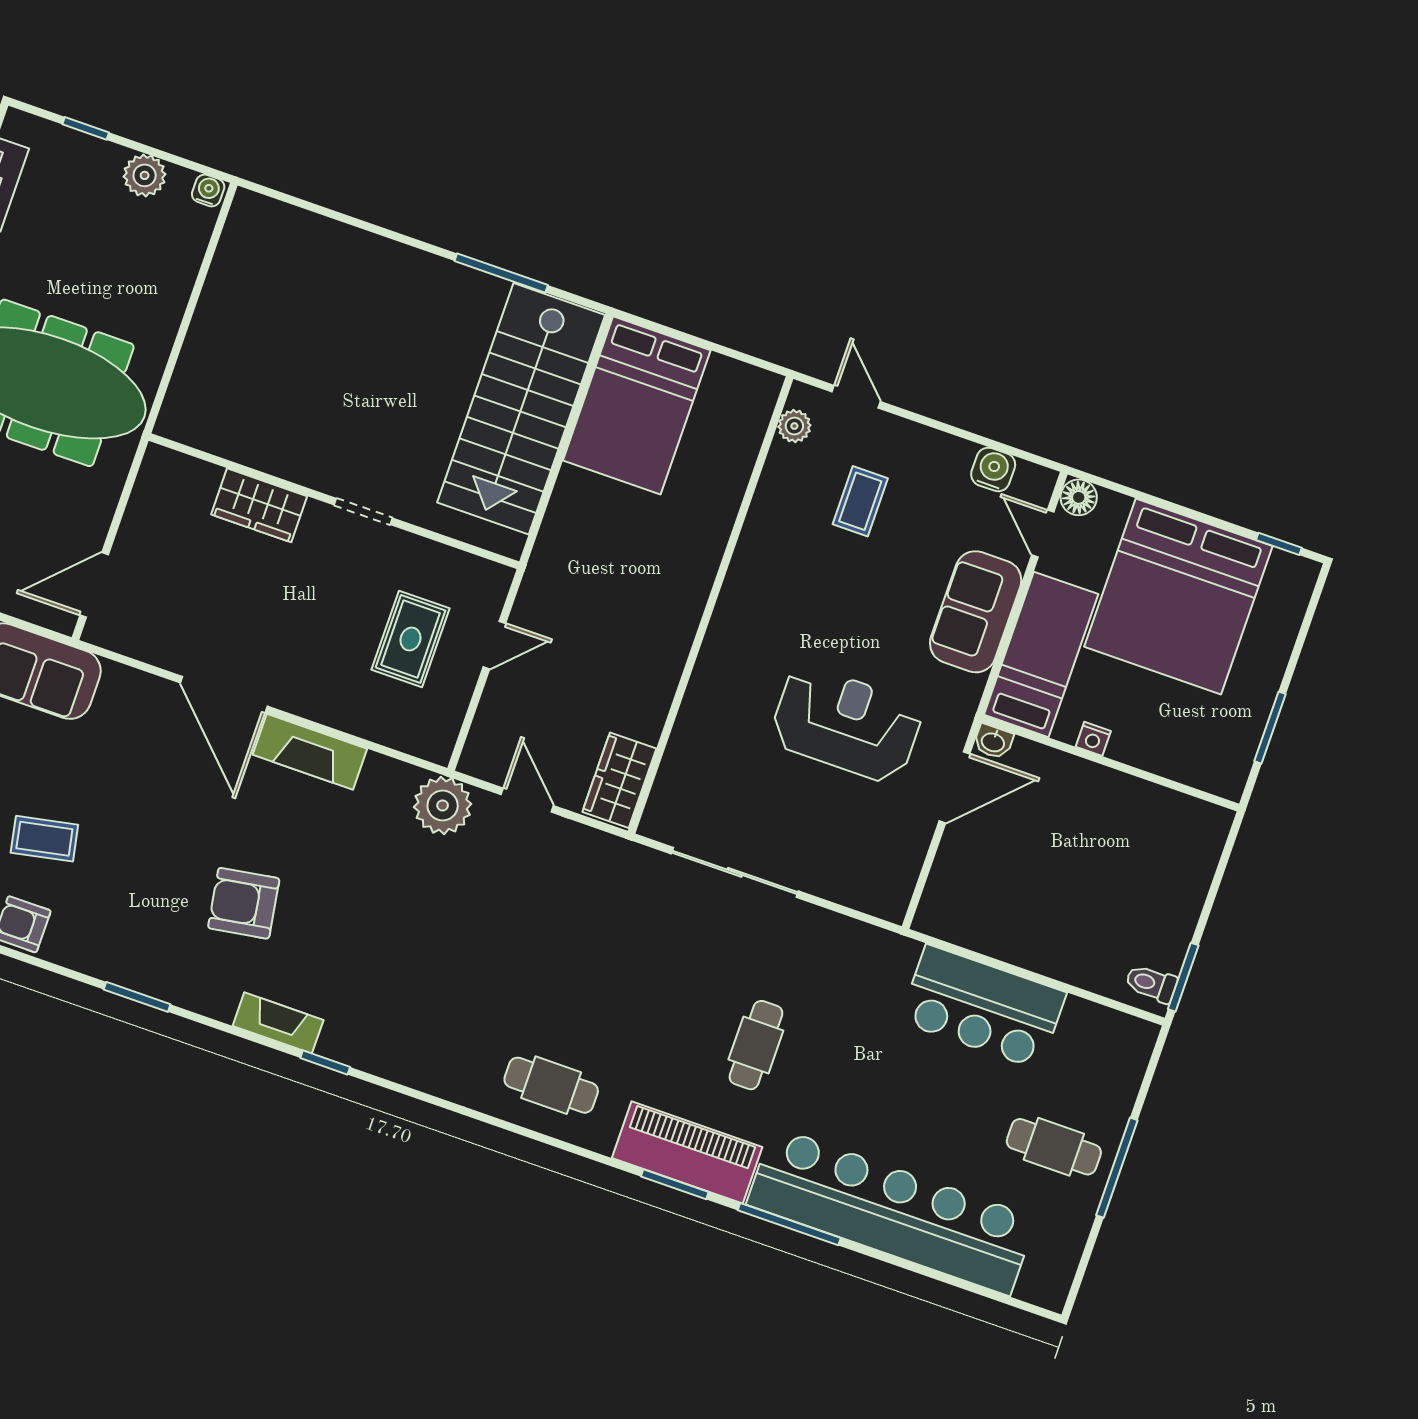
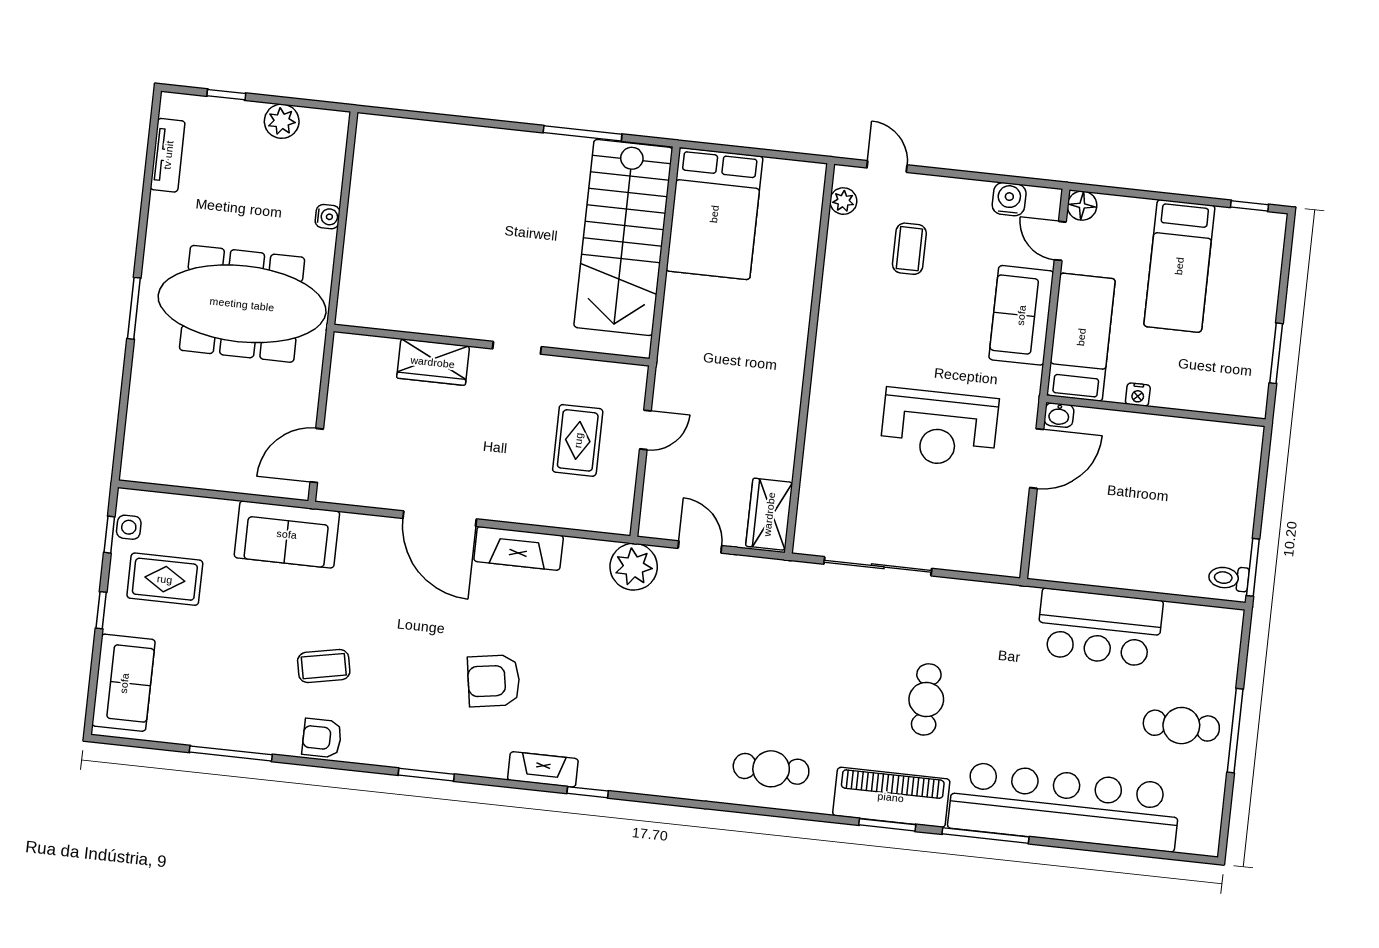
water cooler: (208, 190) -> (328, 217), moved, turned 90
bed: (1178, 596) -> (1179, 266), width x0.49
reception desk: (846, 724) -> (939, 428), turned 180

